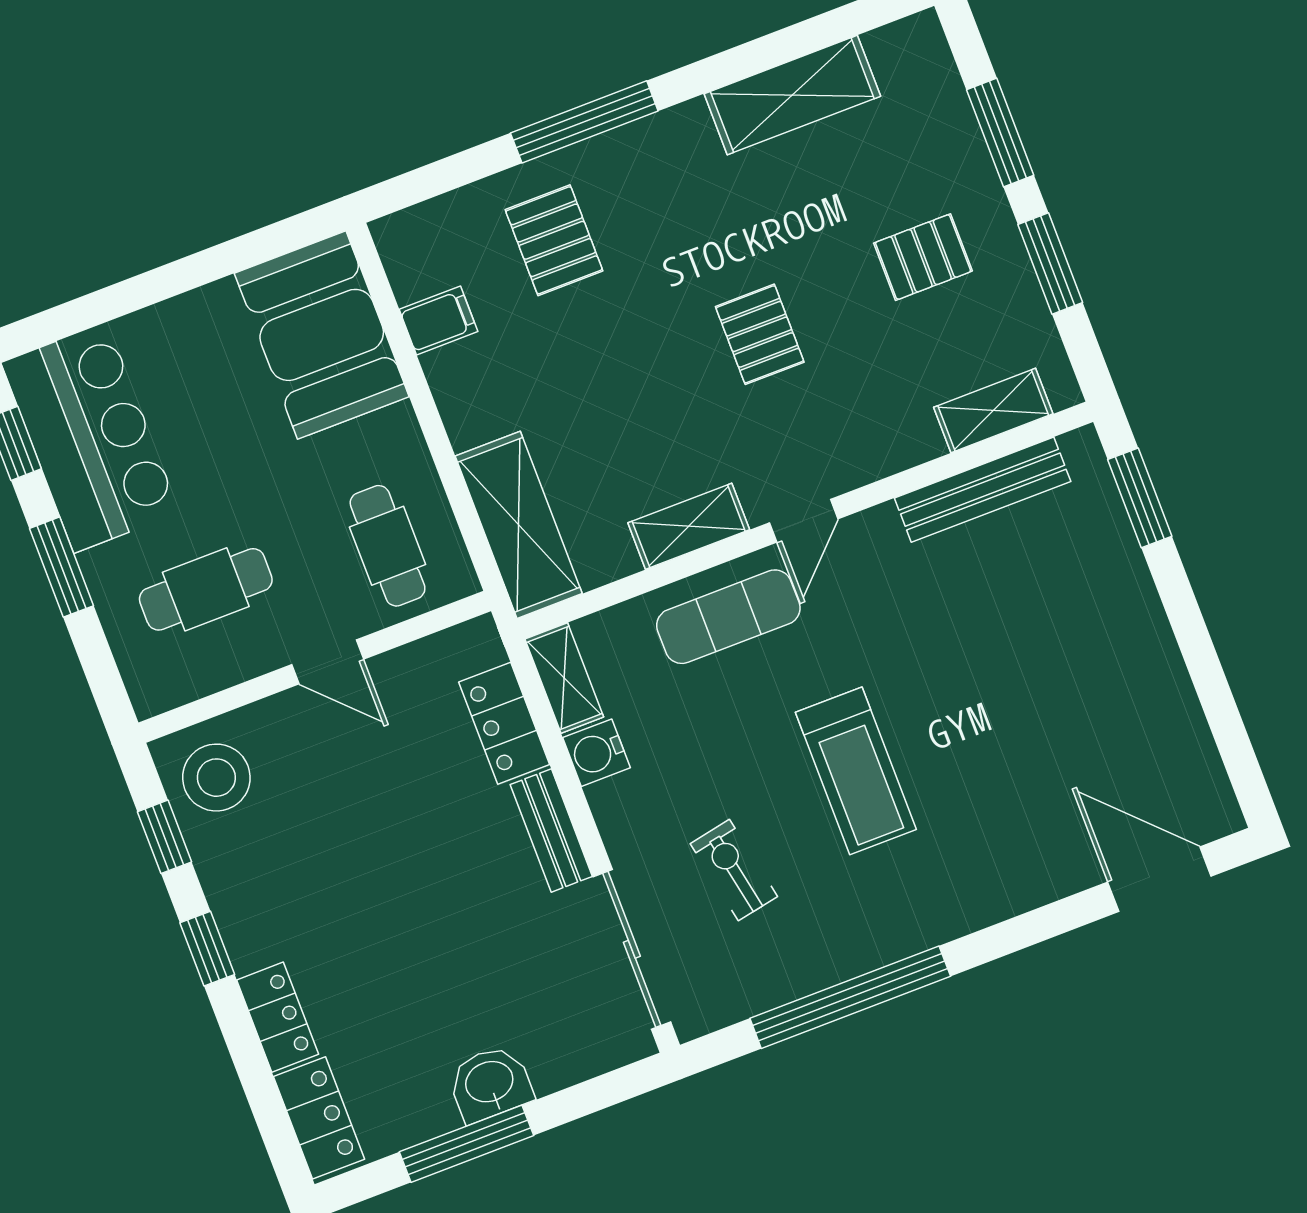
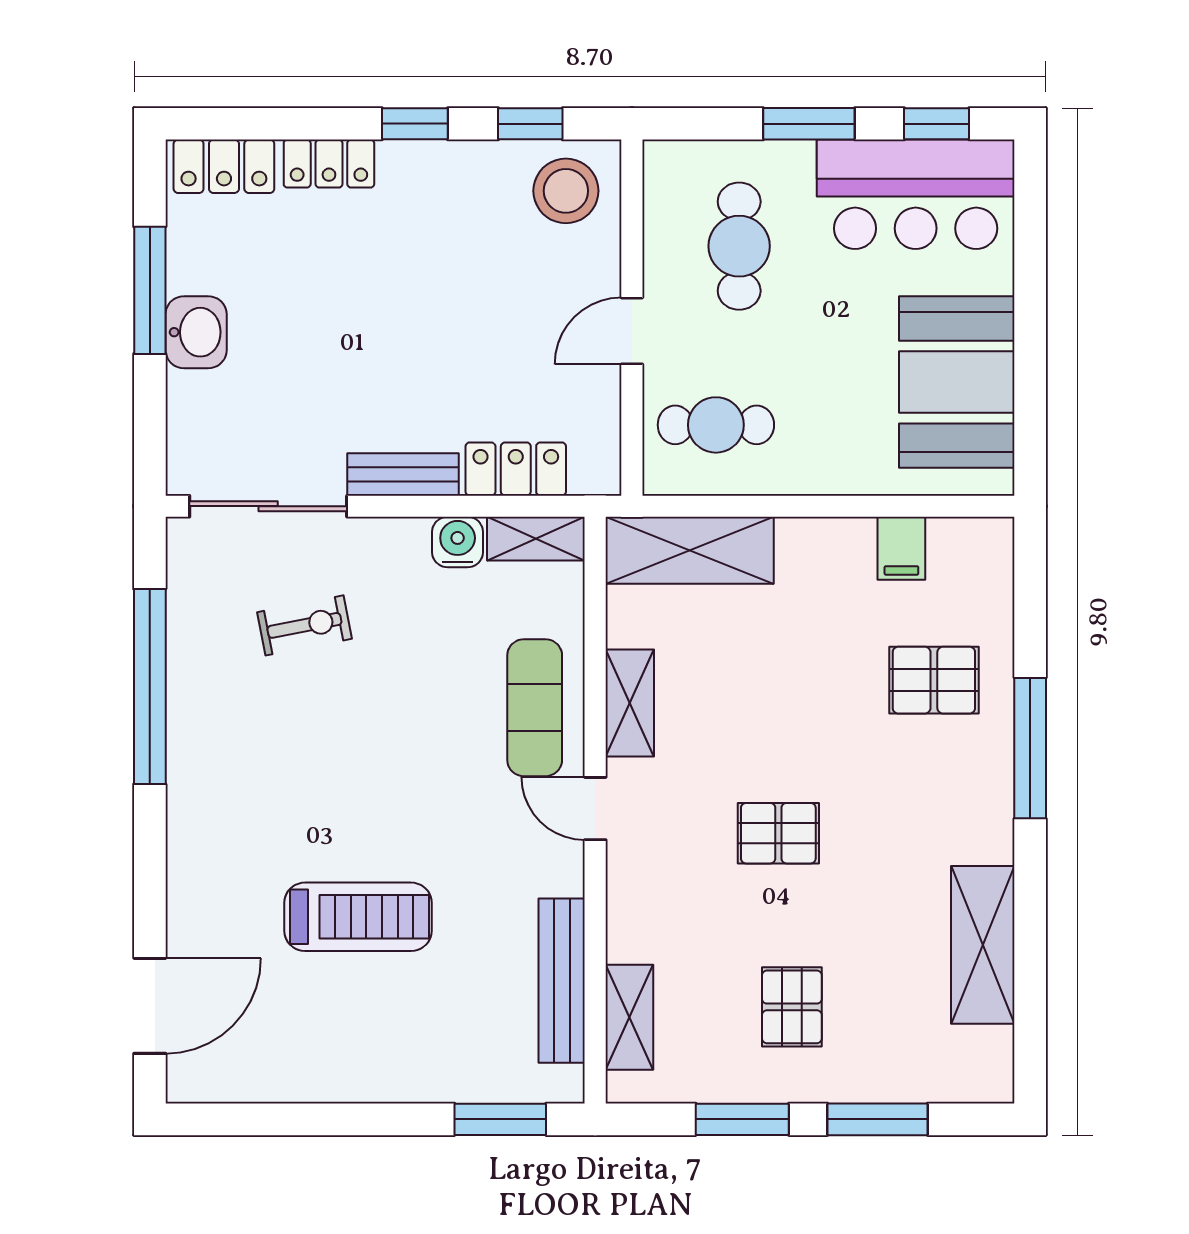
booth: (322, 335) -> (957, 382), moved, turned 90
treadmill: (856, 771) -> (358, 917), moved, turned 180

